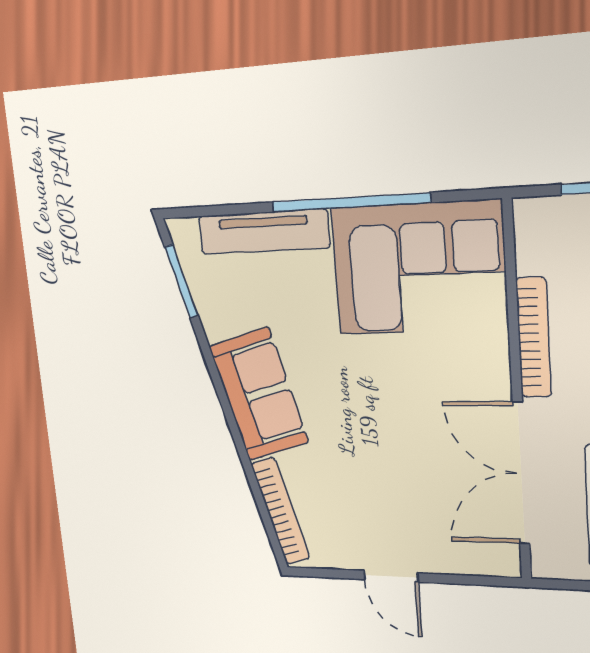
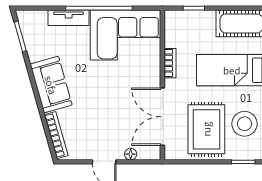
tv unit: (263, 232) -> (69, 18), width x0.71
bookcase: (534, 337) -> (170, 63), width x0.64
floor lamp: (450, 561) -> (131, 154), added

